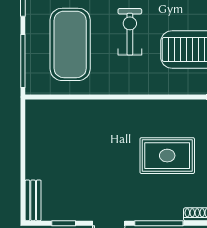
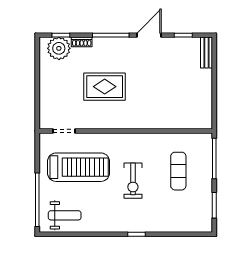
exercise mat: (70, 44) -> (178, 171), width x0.50, depth x0.69

